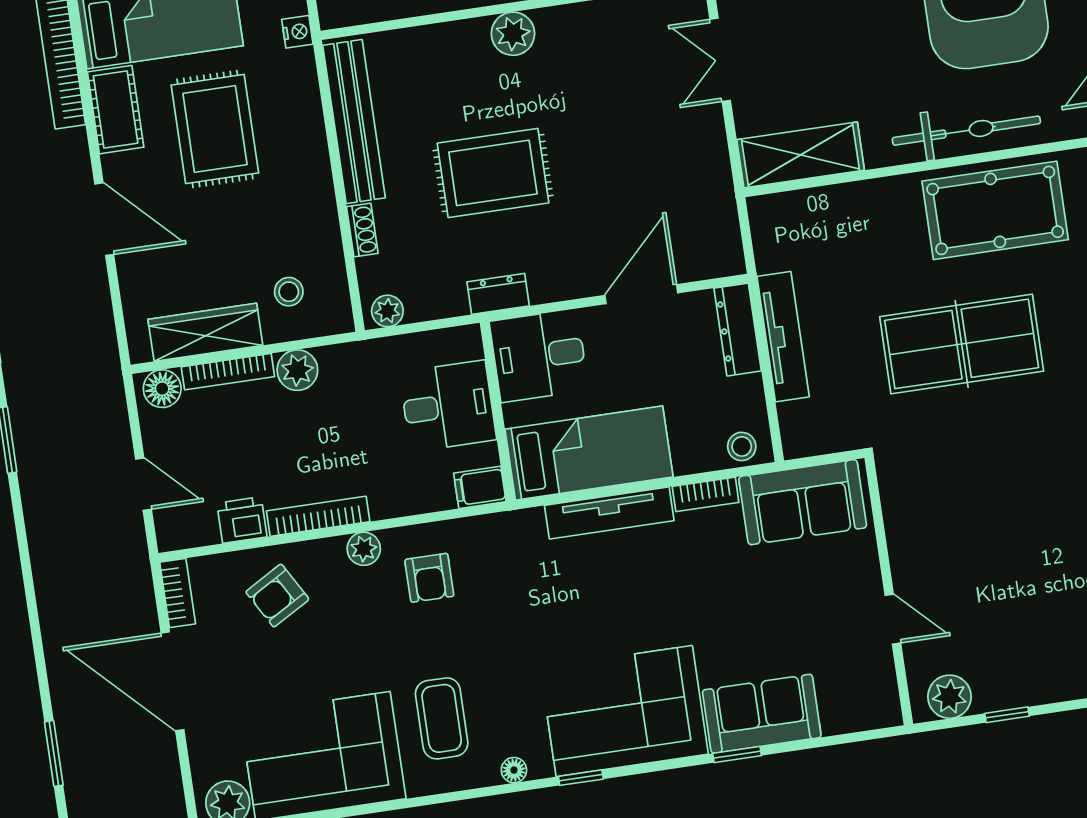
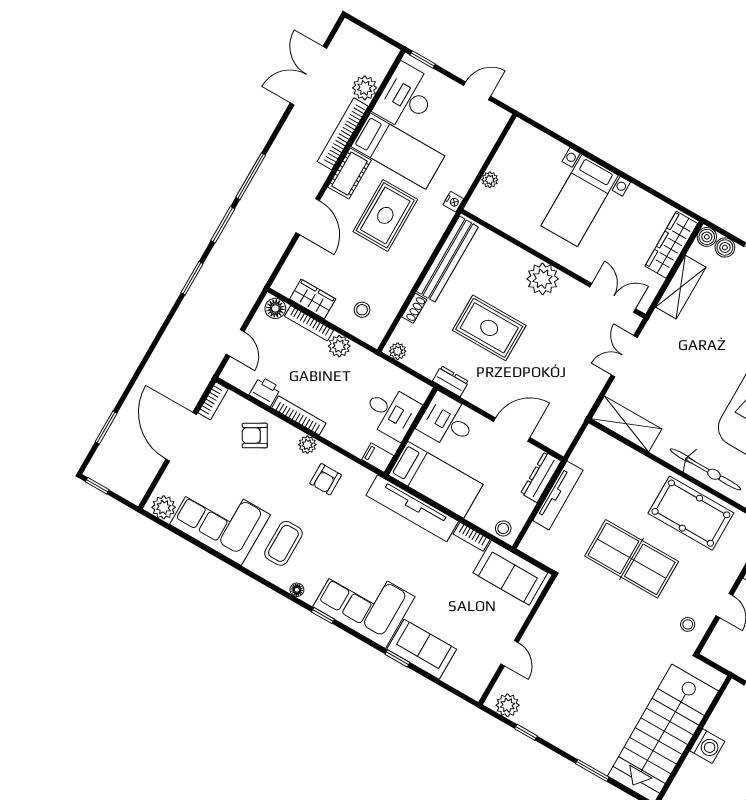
plant: (513, 34) -> (543, 279), width x1.36, depth x1.36
wardrobe: (205, 332) -> (313, 299), width x0.67
tv unit: (609, 513) -> (412, 508), width x1.36, depth x1.29

